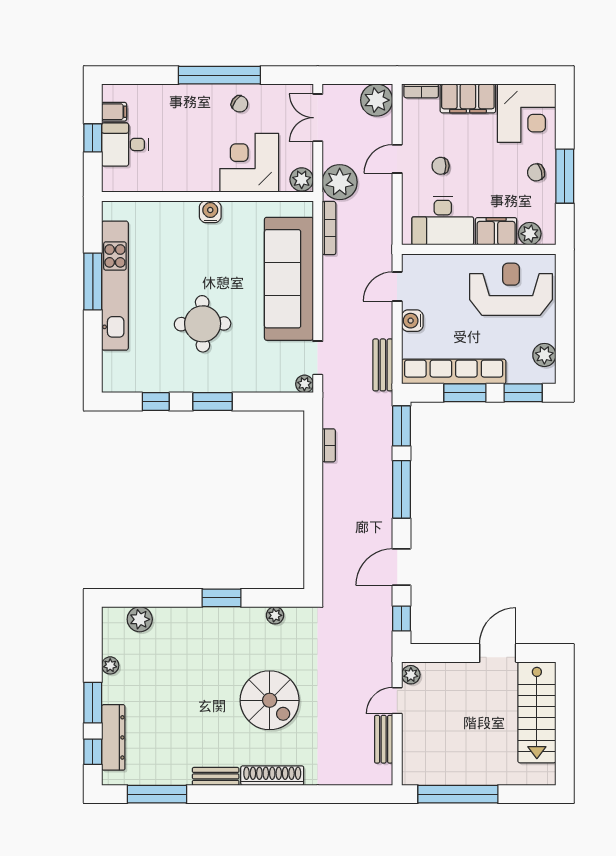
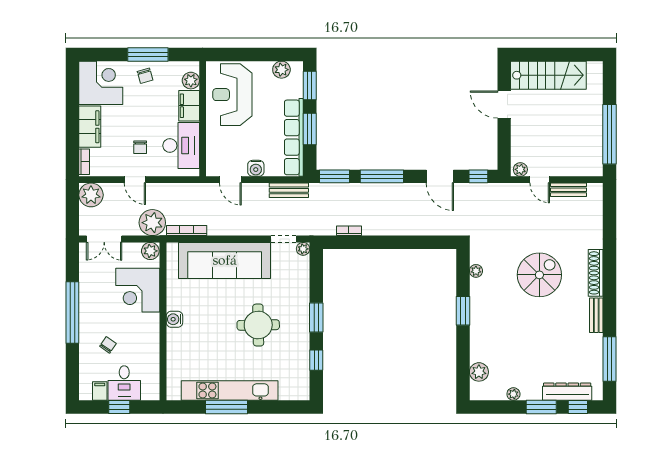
chair: (240, 104) -> (108, 345), moved

